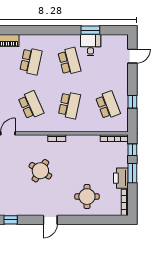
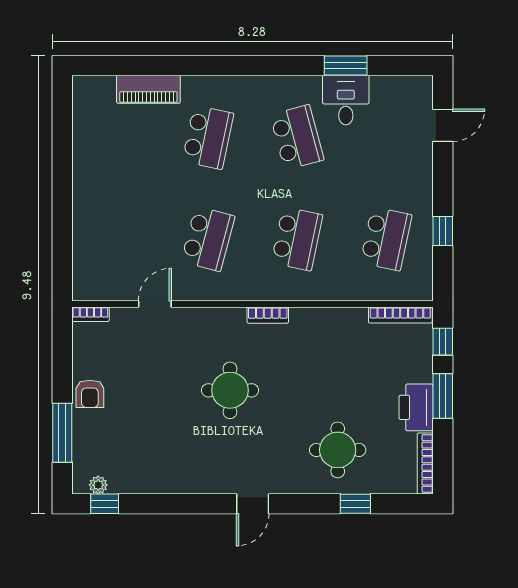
school desk: (31, 105) -> (208, 239), turned 39
school desk: (108, 105) -> (386, 239), turned 33
round table: (40, 171) -> (230, 390), turned -32
window: (11, 220) -> (355, 504), moved

